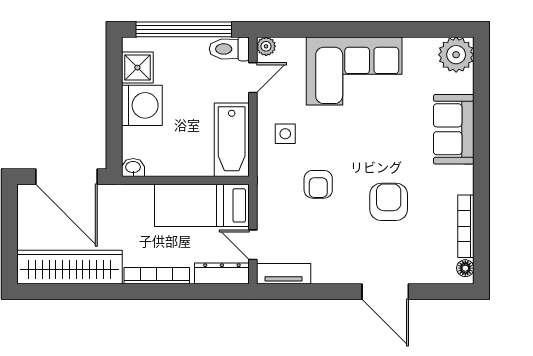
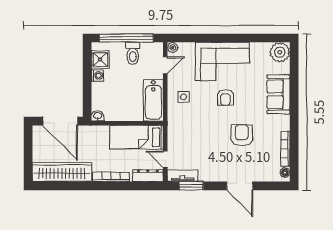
toilet: (229, 49) -> (133, 53), moved, turned -90
washing machine: (142, 105) -> (97, 75), width x0.53, depth x0.53
armchair: (318, 184) -> (225, 97), moved
window: (299, 292) -> (191, 186), added

